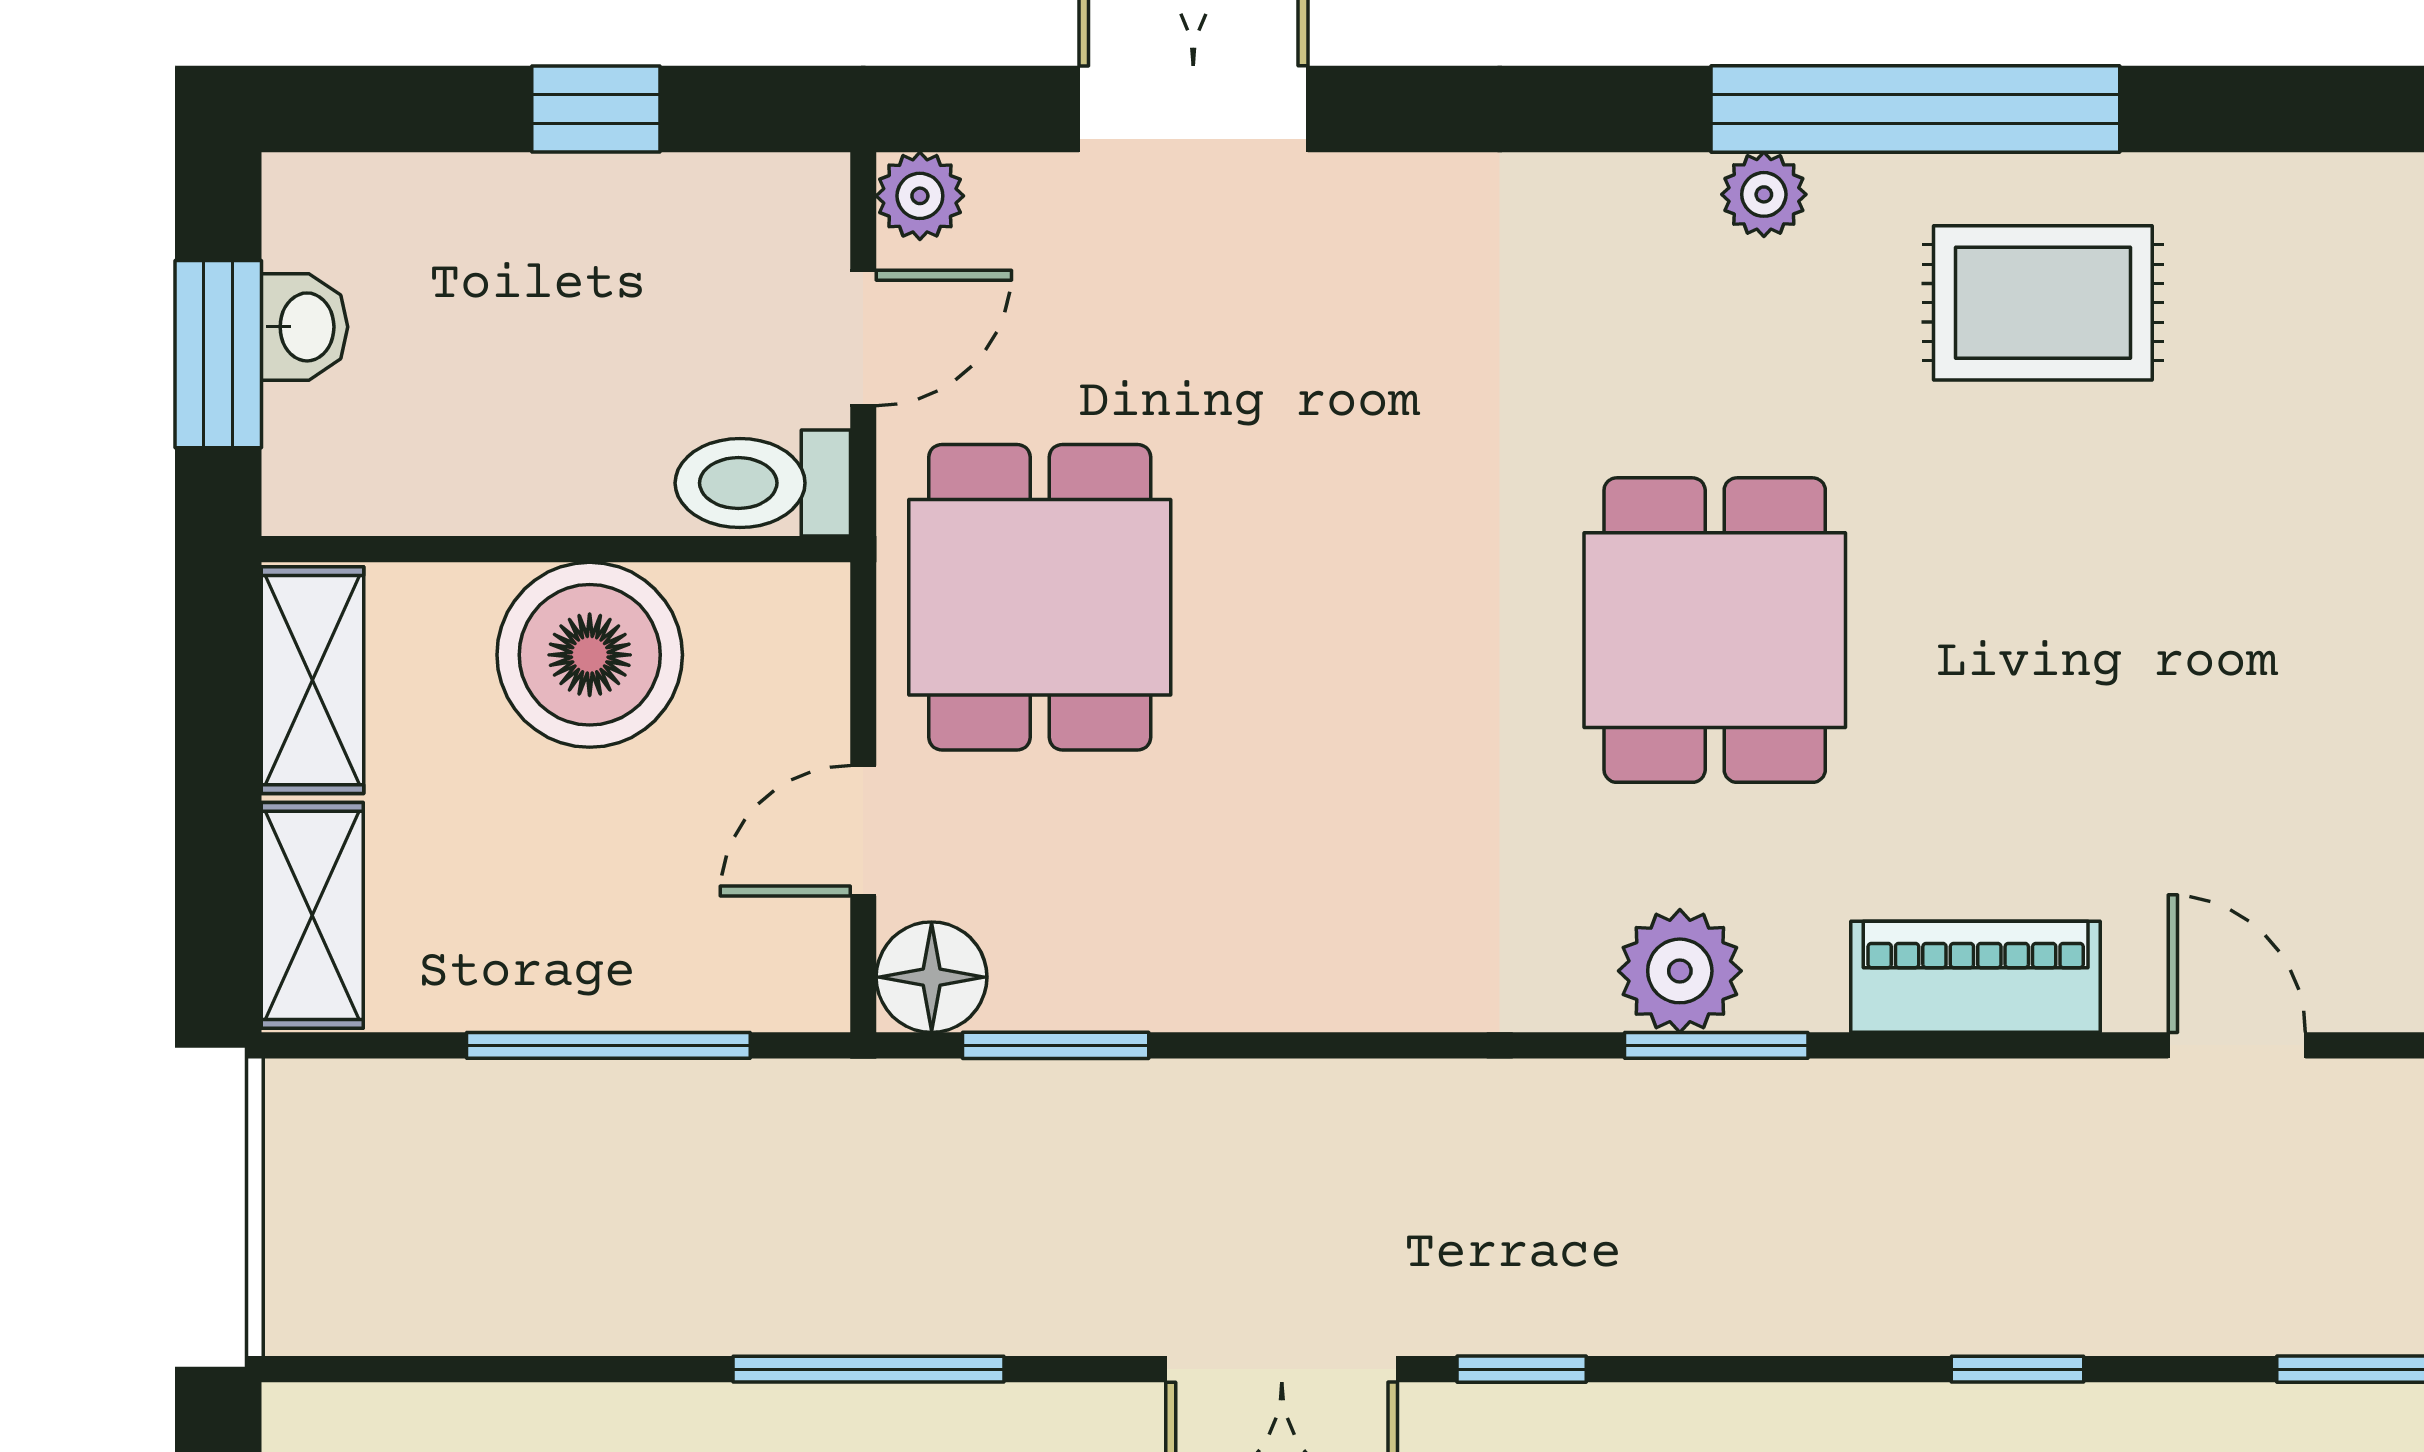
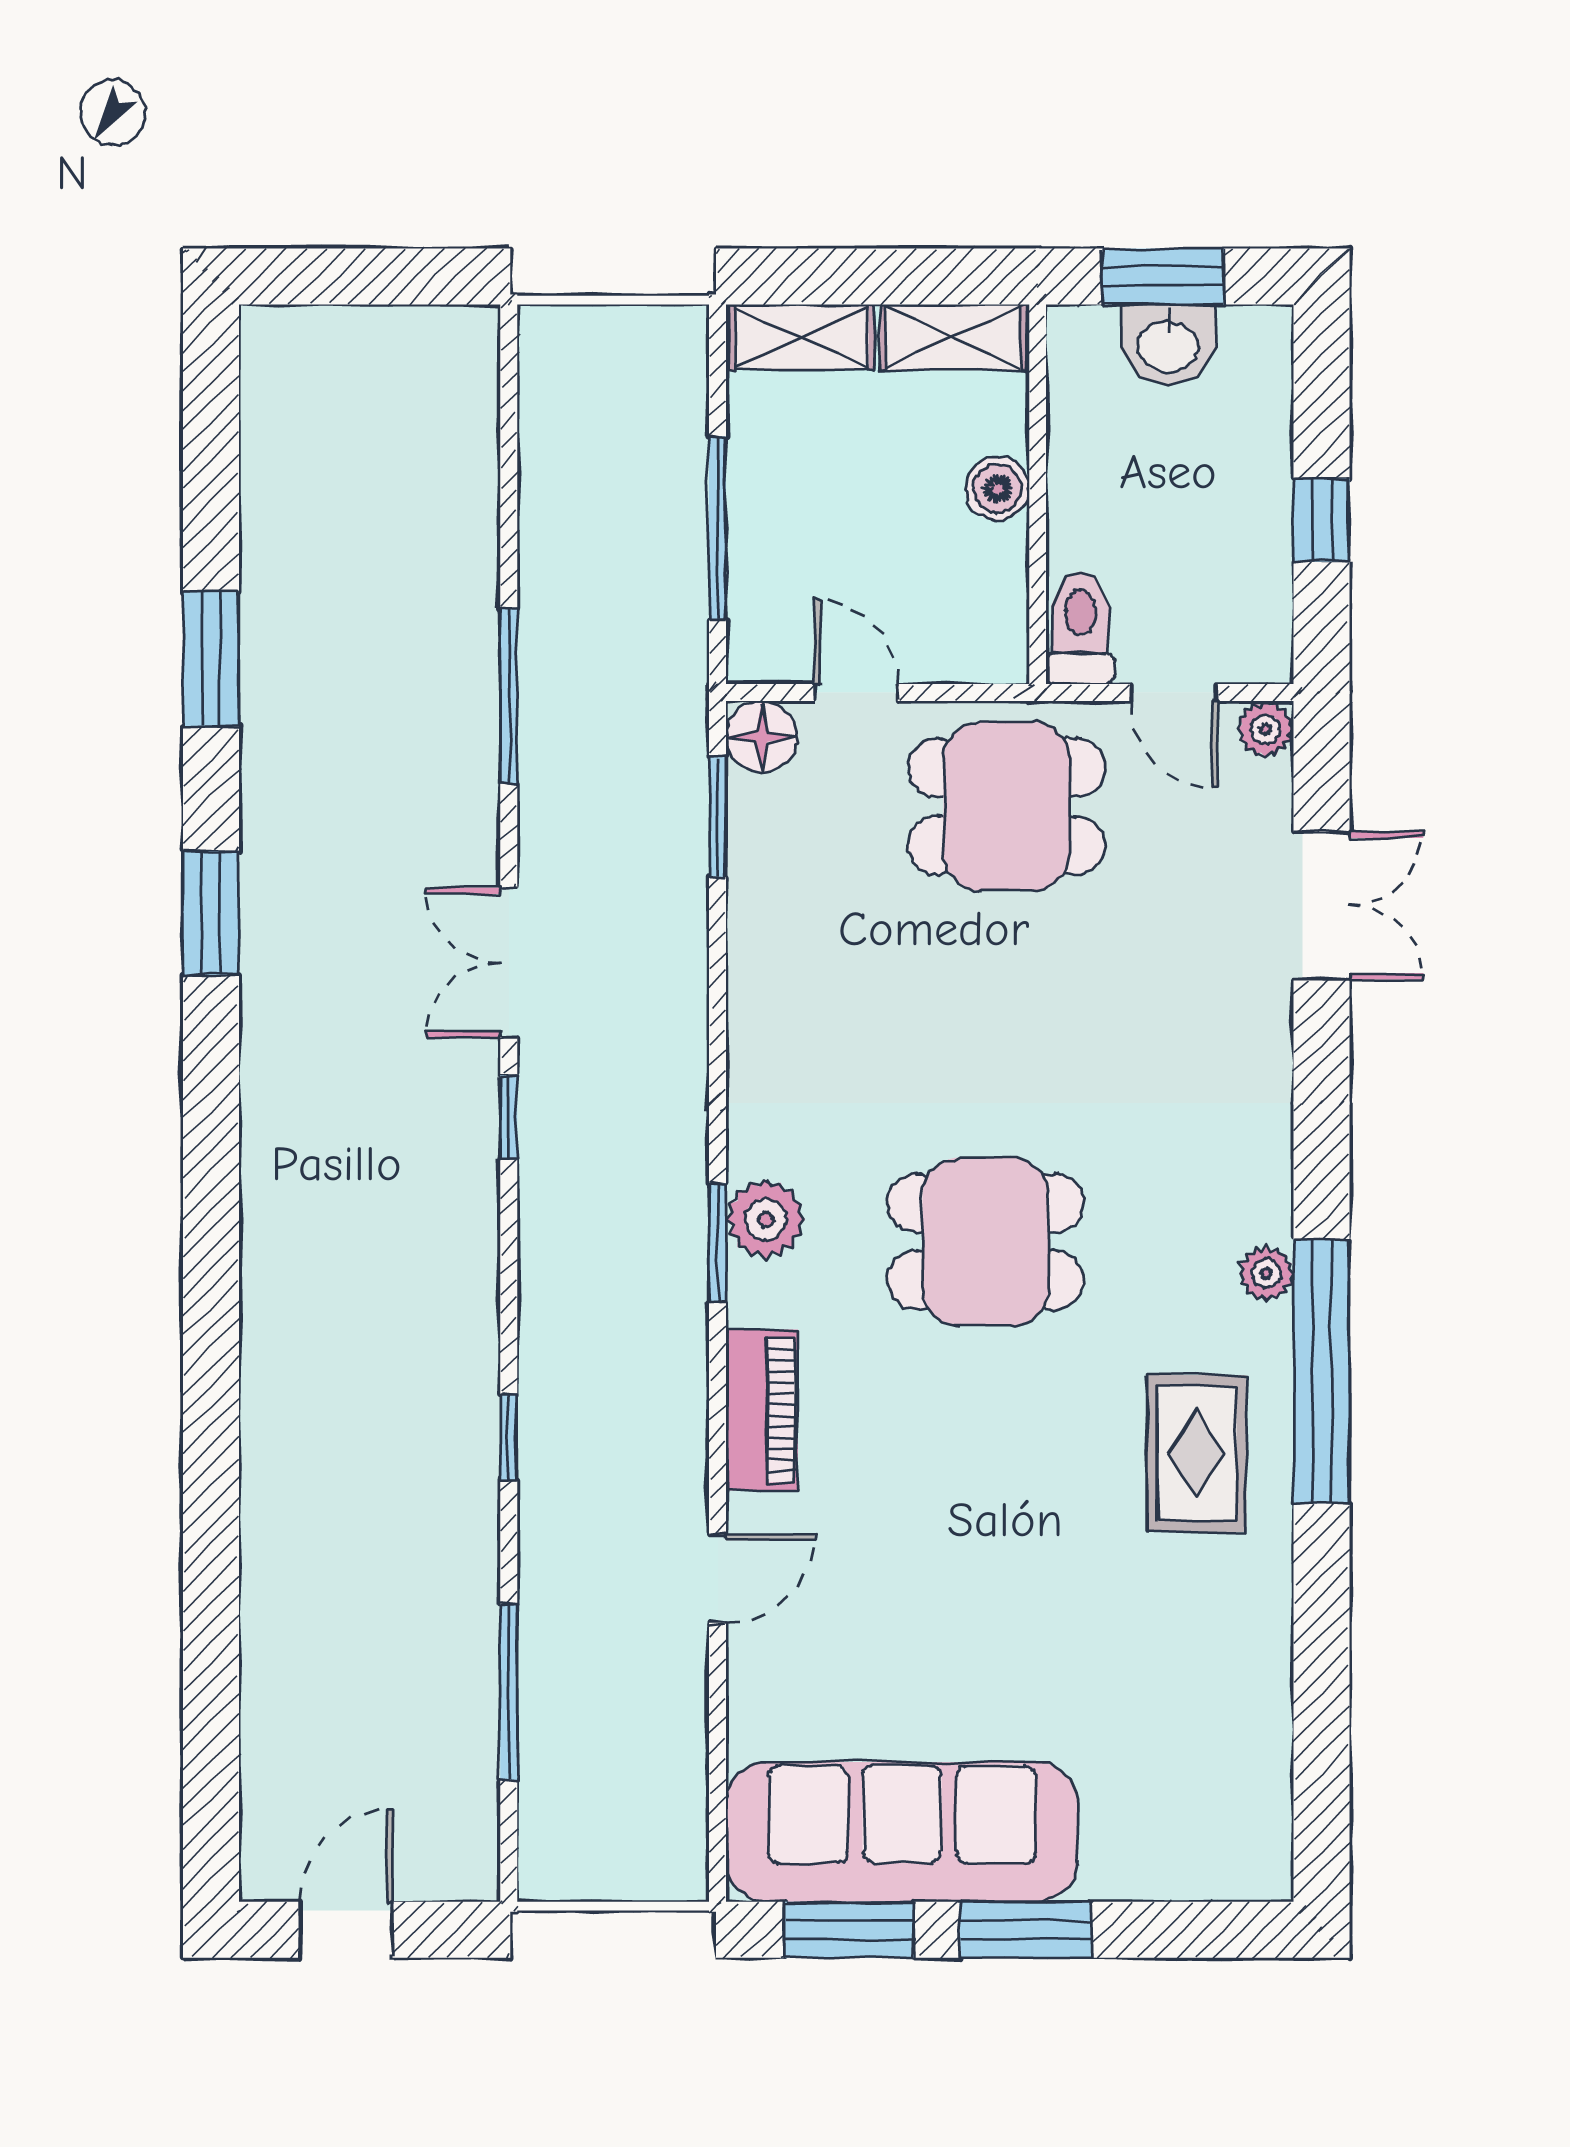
washbasin: (304, 327) -> (1168, 345), width x1.38, depth x1.45
boiler: (590, 655) -> (997, 488), width x0.54, depth x0.54

